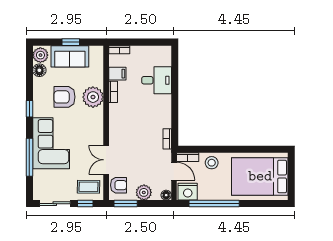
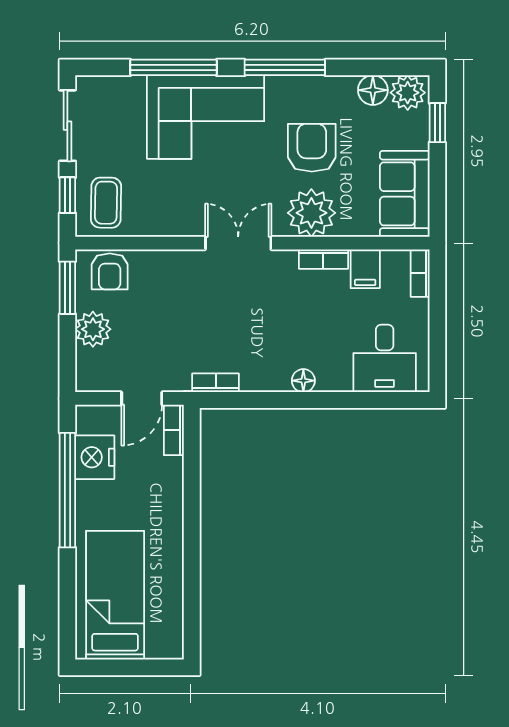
window: (71, 42) -> (437, 123), moved
sofa: (70, 56) -> (405, 194), moved
desk: (157, 80) -> (385, 358), moved
window: (29, 109) -> (285, 67), width x2.17
double door: (106, 160) -> (238, 243), moved
stool: (212, 163) -> (161, 485), removed
bed: (260, 176) -> (115, 595), width x0.67
nightstand: (188, 192) -> (95, 457), moved
floor lamp: (166, 195) -> (303, 381), moved

